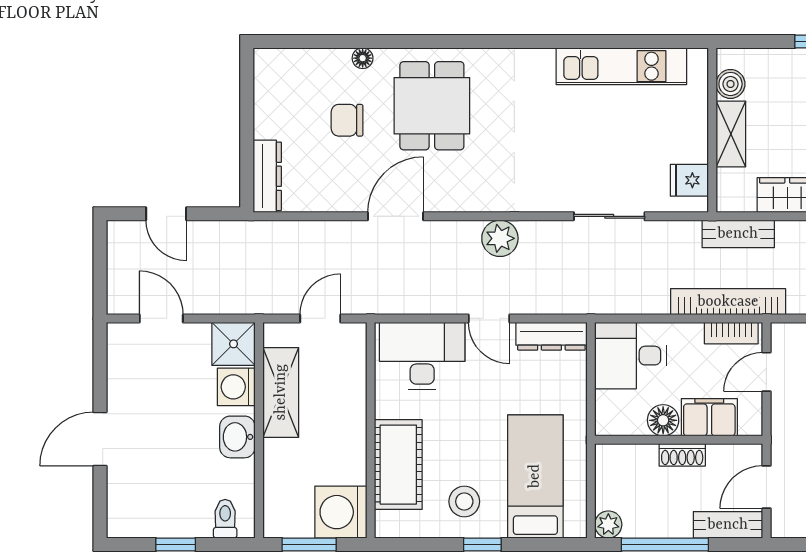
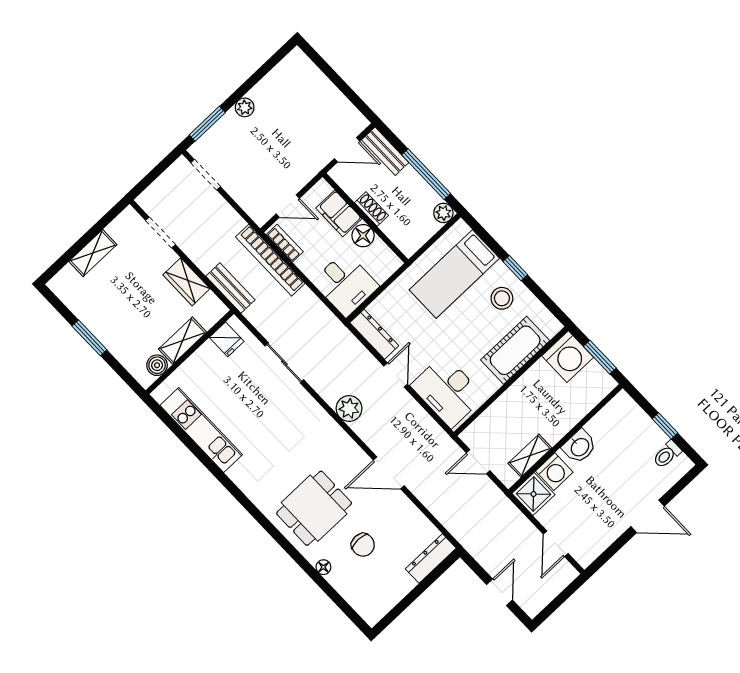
shelving: (281, 392) -> (530, 456), width x0.67, depth x0.75
toilet: (225, 519) -> (667, 454), moved

